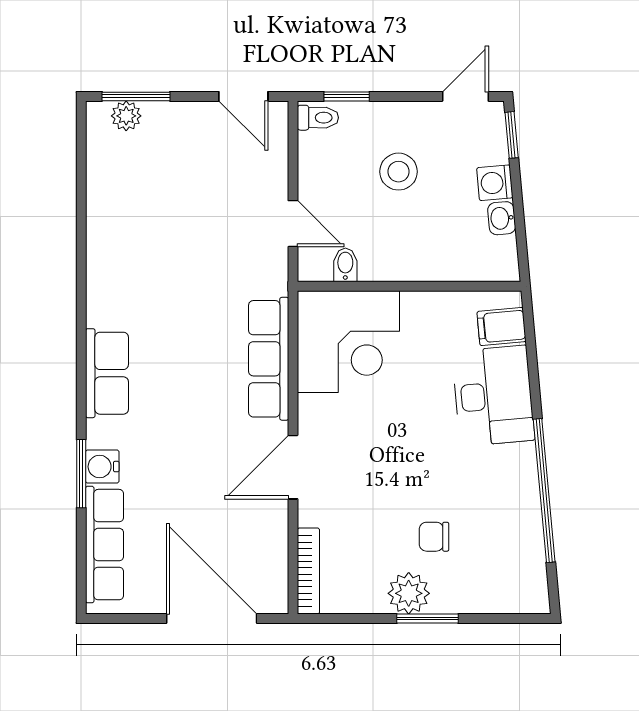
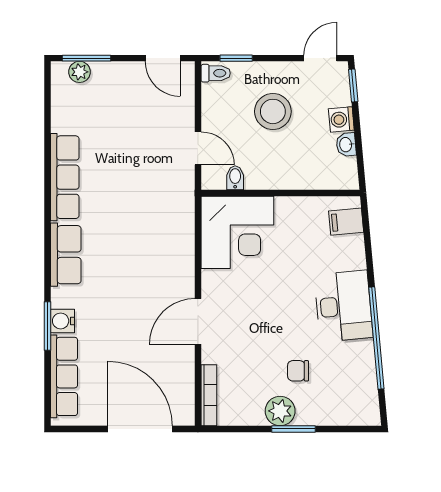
stool: (398, 172) -> (273, 111), width x1.38, depth x1.38
row of seats: (269, 359) -> (65, 177), moved, turned 180
desk: (493, 396) -> (343, 306), moved

